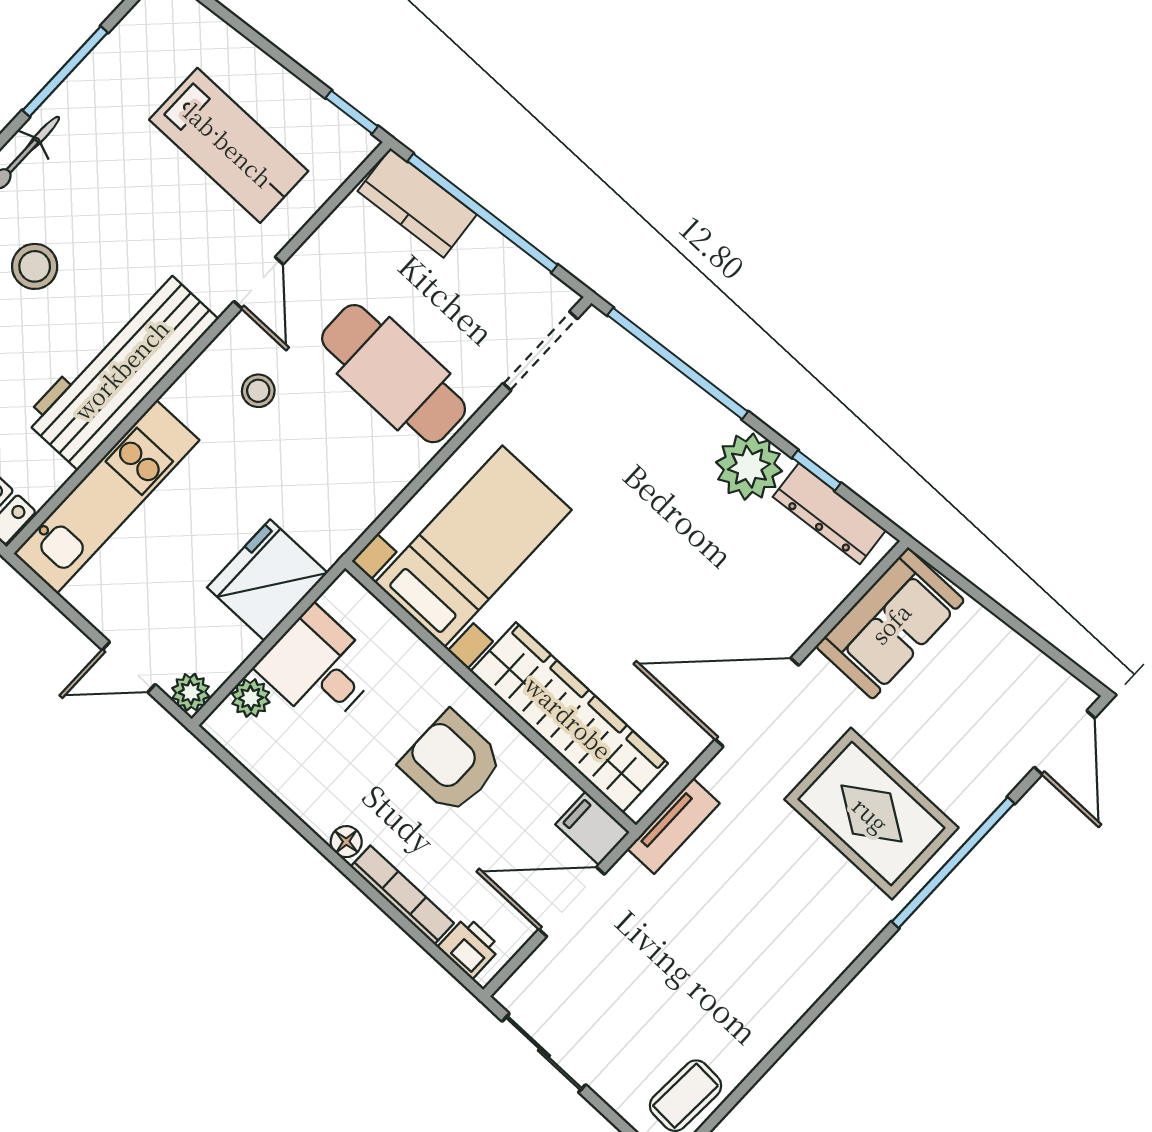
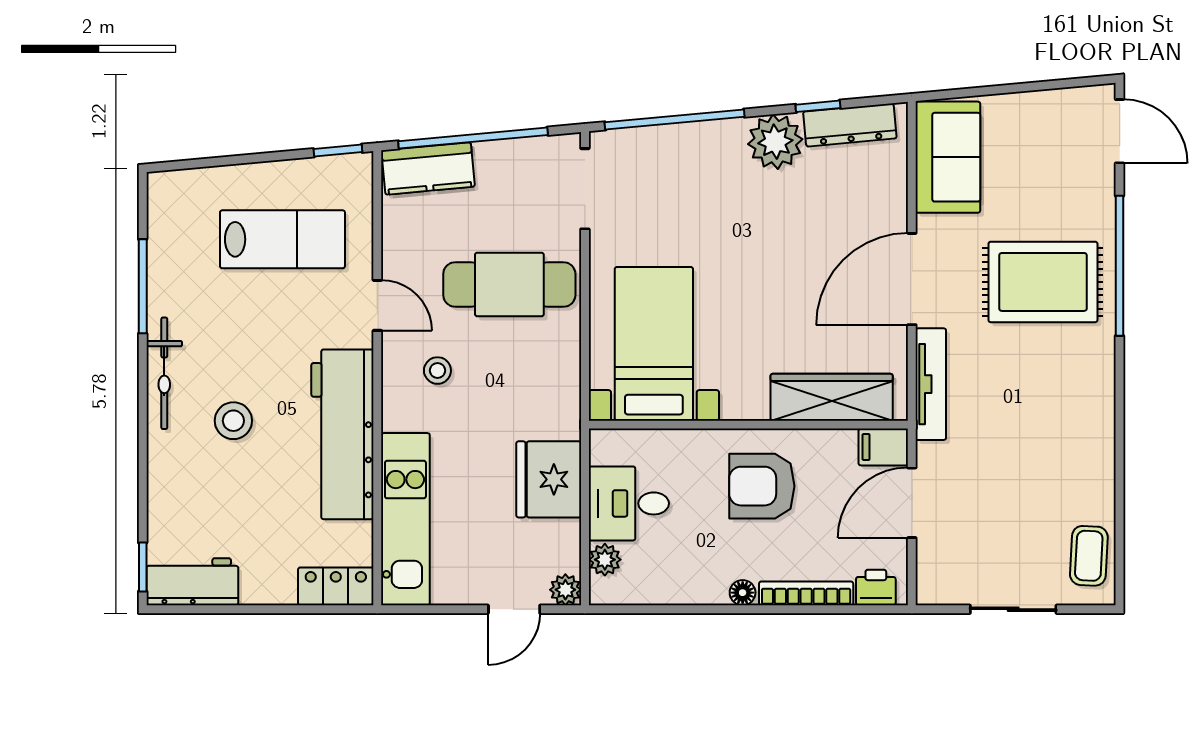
wardrobe: (569, 717) -> (832, 397), width x0.71, depth x0.85
tv unit: (673, 826) -> (931, 384), width x1.41
sliding door: (544, 1053) -> (1013, 609), moved

